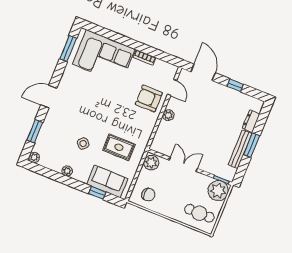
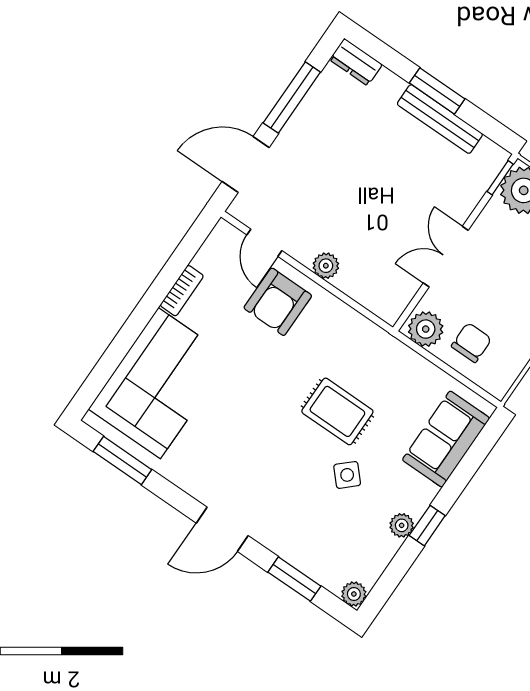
window: (235, 85) -> (292, 97), width x2.17
door: (172, 87) -> (264, 243), swing flipped
door: (49, 97) -> (222, 529), hinge flipped
dresser: (251, 121) -> (356, 62), moved
rug: (119, 147) -> (337, 411), moved, turned 90
window: (97, 193) -> (427, 526), moved
chair: (148, 195) -> (471, 343), moved

